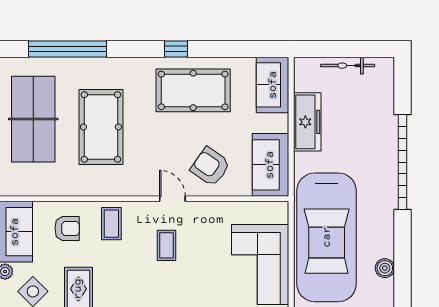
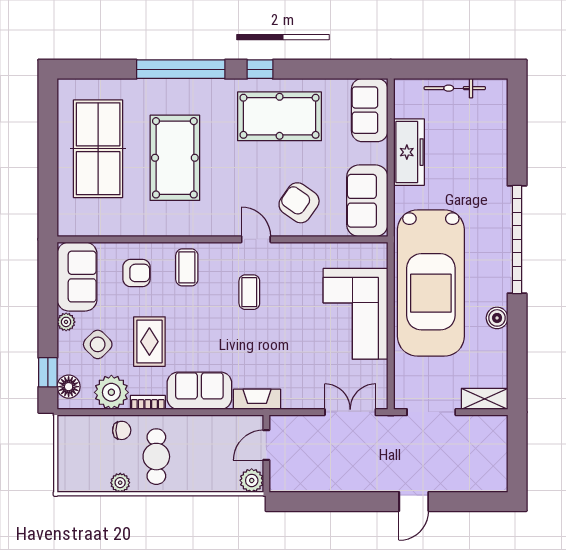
window: (68, 49) -> (181, 69), moved
garage door: (402, 162) -> (517, 239), moved

